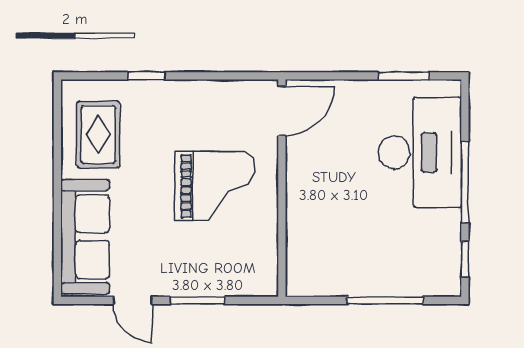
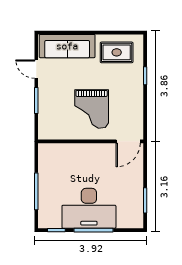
door: (282, 111) -> (128, 141), hinge flipped
desk: (420, 152) -> (89, 208), moved
door: (133, 300) -> (36, 69), hinge flipped

